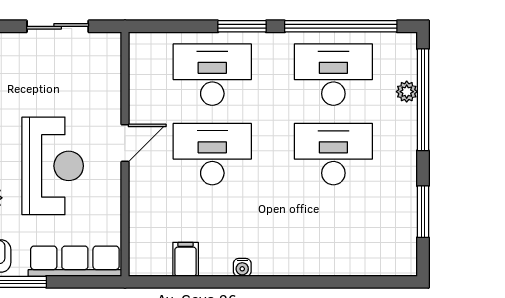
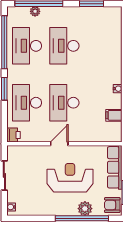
printer: (144, 46) -> (14, 135), added
door: (125, 143) -> (59, 144), hinge flipped

